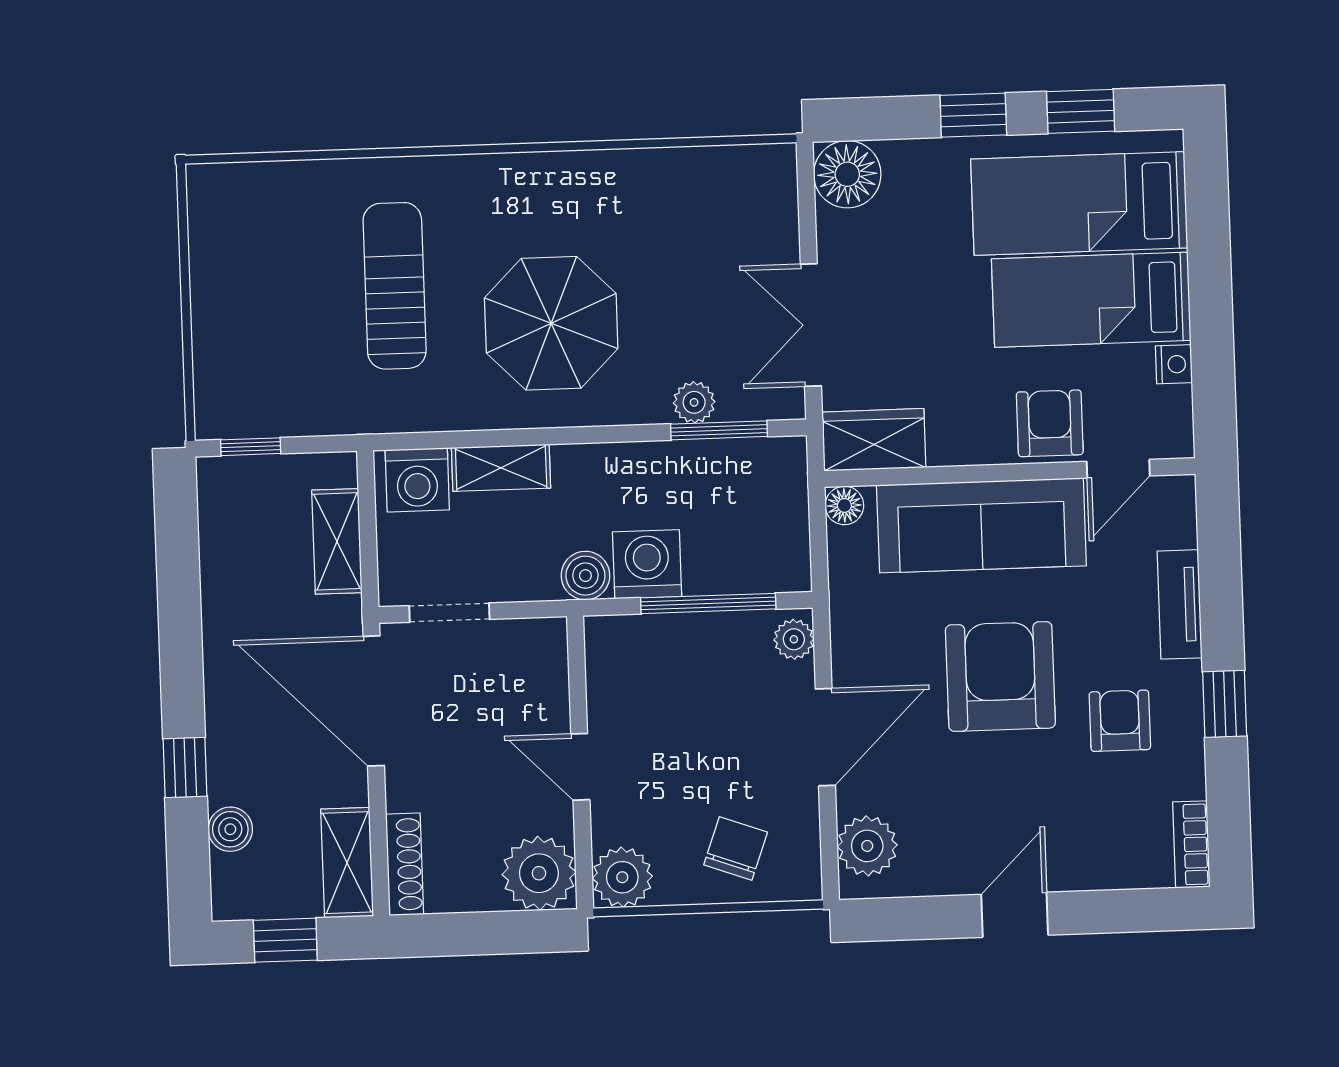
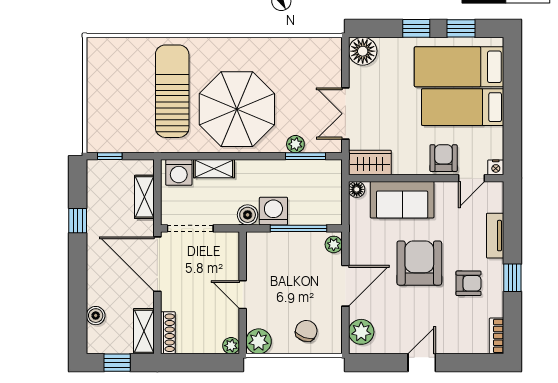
sun lounger: (395, 286) -> (172, 91), width x1.36, depth x1.34
parasol: (551, 323) -> (237, 109), width x1.36, depth x1.36
nightstand: (1174, 364) -> (496, 167), moved, turned 90
sofa: (981, 525) -> (402, 200), width x0.73
doorway: (449, 613) -> (190, 228), width x1.38
armchair: (1120, 721) -> (468, 283), turned 90
window: (185, 767) -> (78, 221), moved
plant: (539, 873) -> (231, 346), width x0.53, depth x0.53

